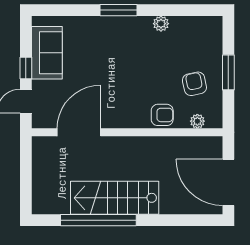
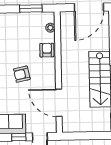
window: (228, 72) -> (31, 8), moved
armchair: (194, 84) -> (22, 74), moved

